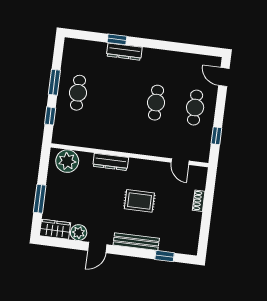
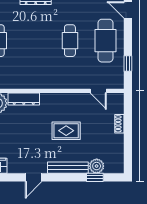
cafe table: (195, 108) -> (105, 41), width x1.37, depth x1.35
dresser: (111, 162) -> (24, 99), moved
plant: (79, 233) -> (97, 166), moved

